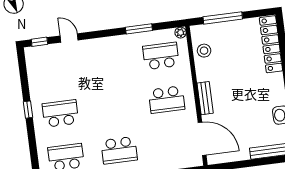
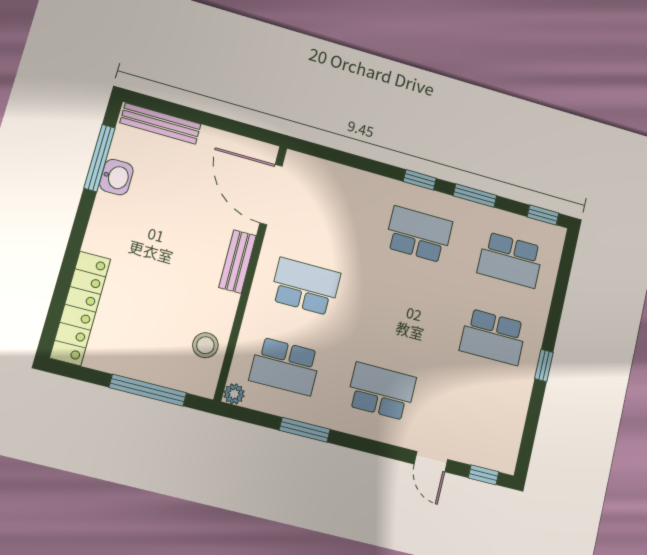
school desk: (108, 63) -> (381, 391), added

